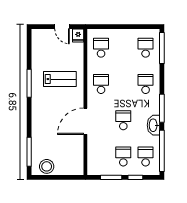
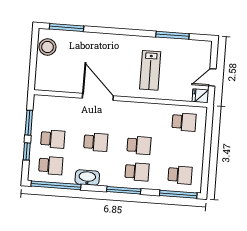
window: (29, 83) -> (172, 35), moved
school desk: (101, 84) -> (139, 145), moved
window: (162, 108) -> (124, 190), moved

